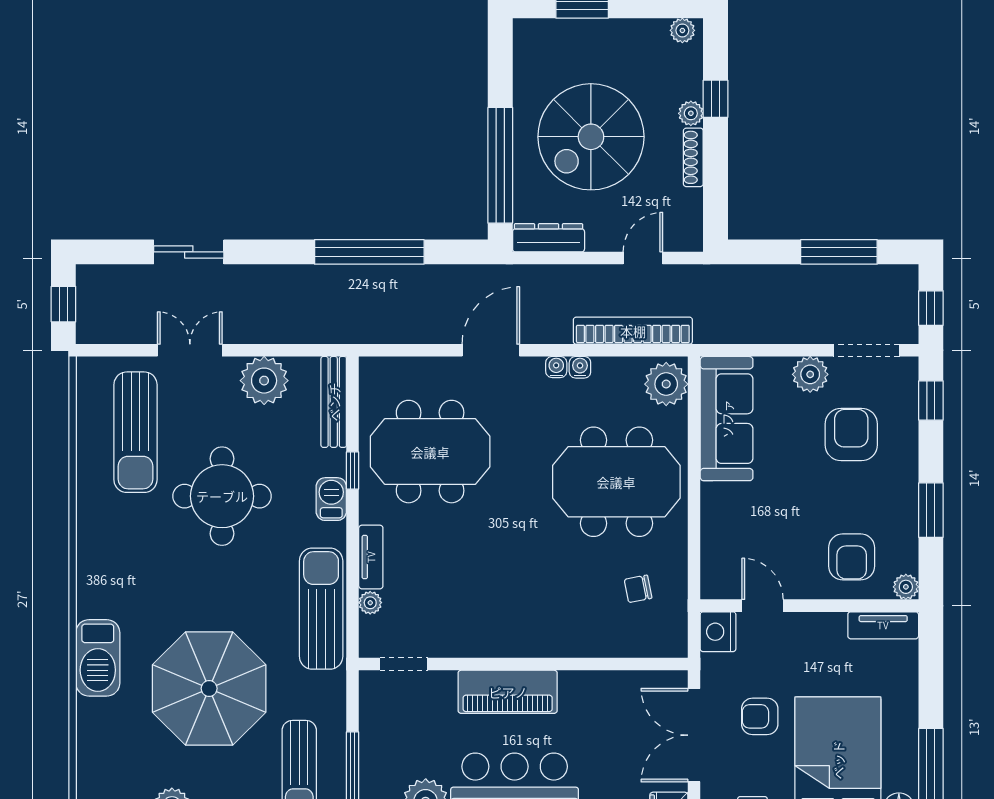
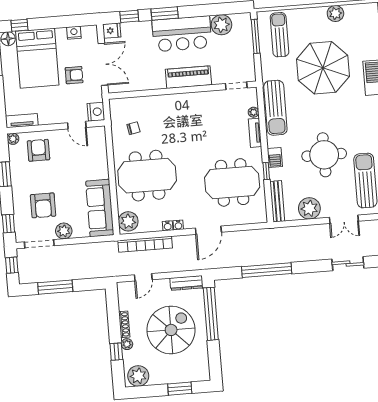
plant: (682, 30) -> (138, 376), width x1.88, depth x1.88

